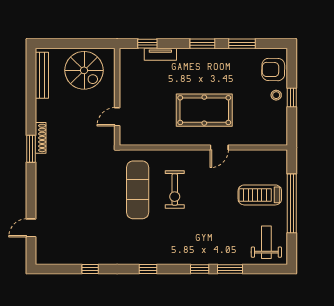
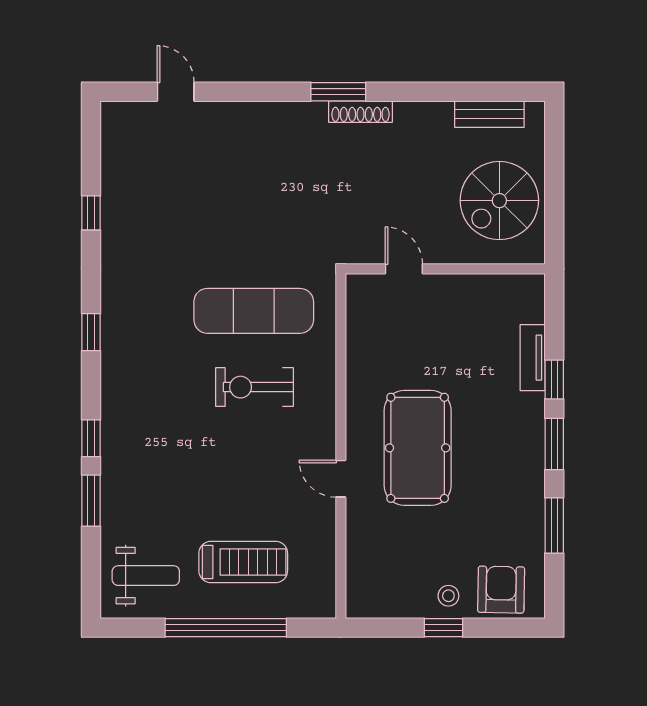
window: (147, 44) -> (554, 379), moved
bench: (42, 75) -> (489, 114), width x0.73
treadmill: (260, 195) -> (243, 562), turned 90

